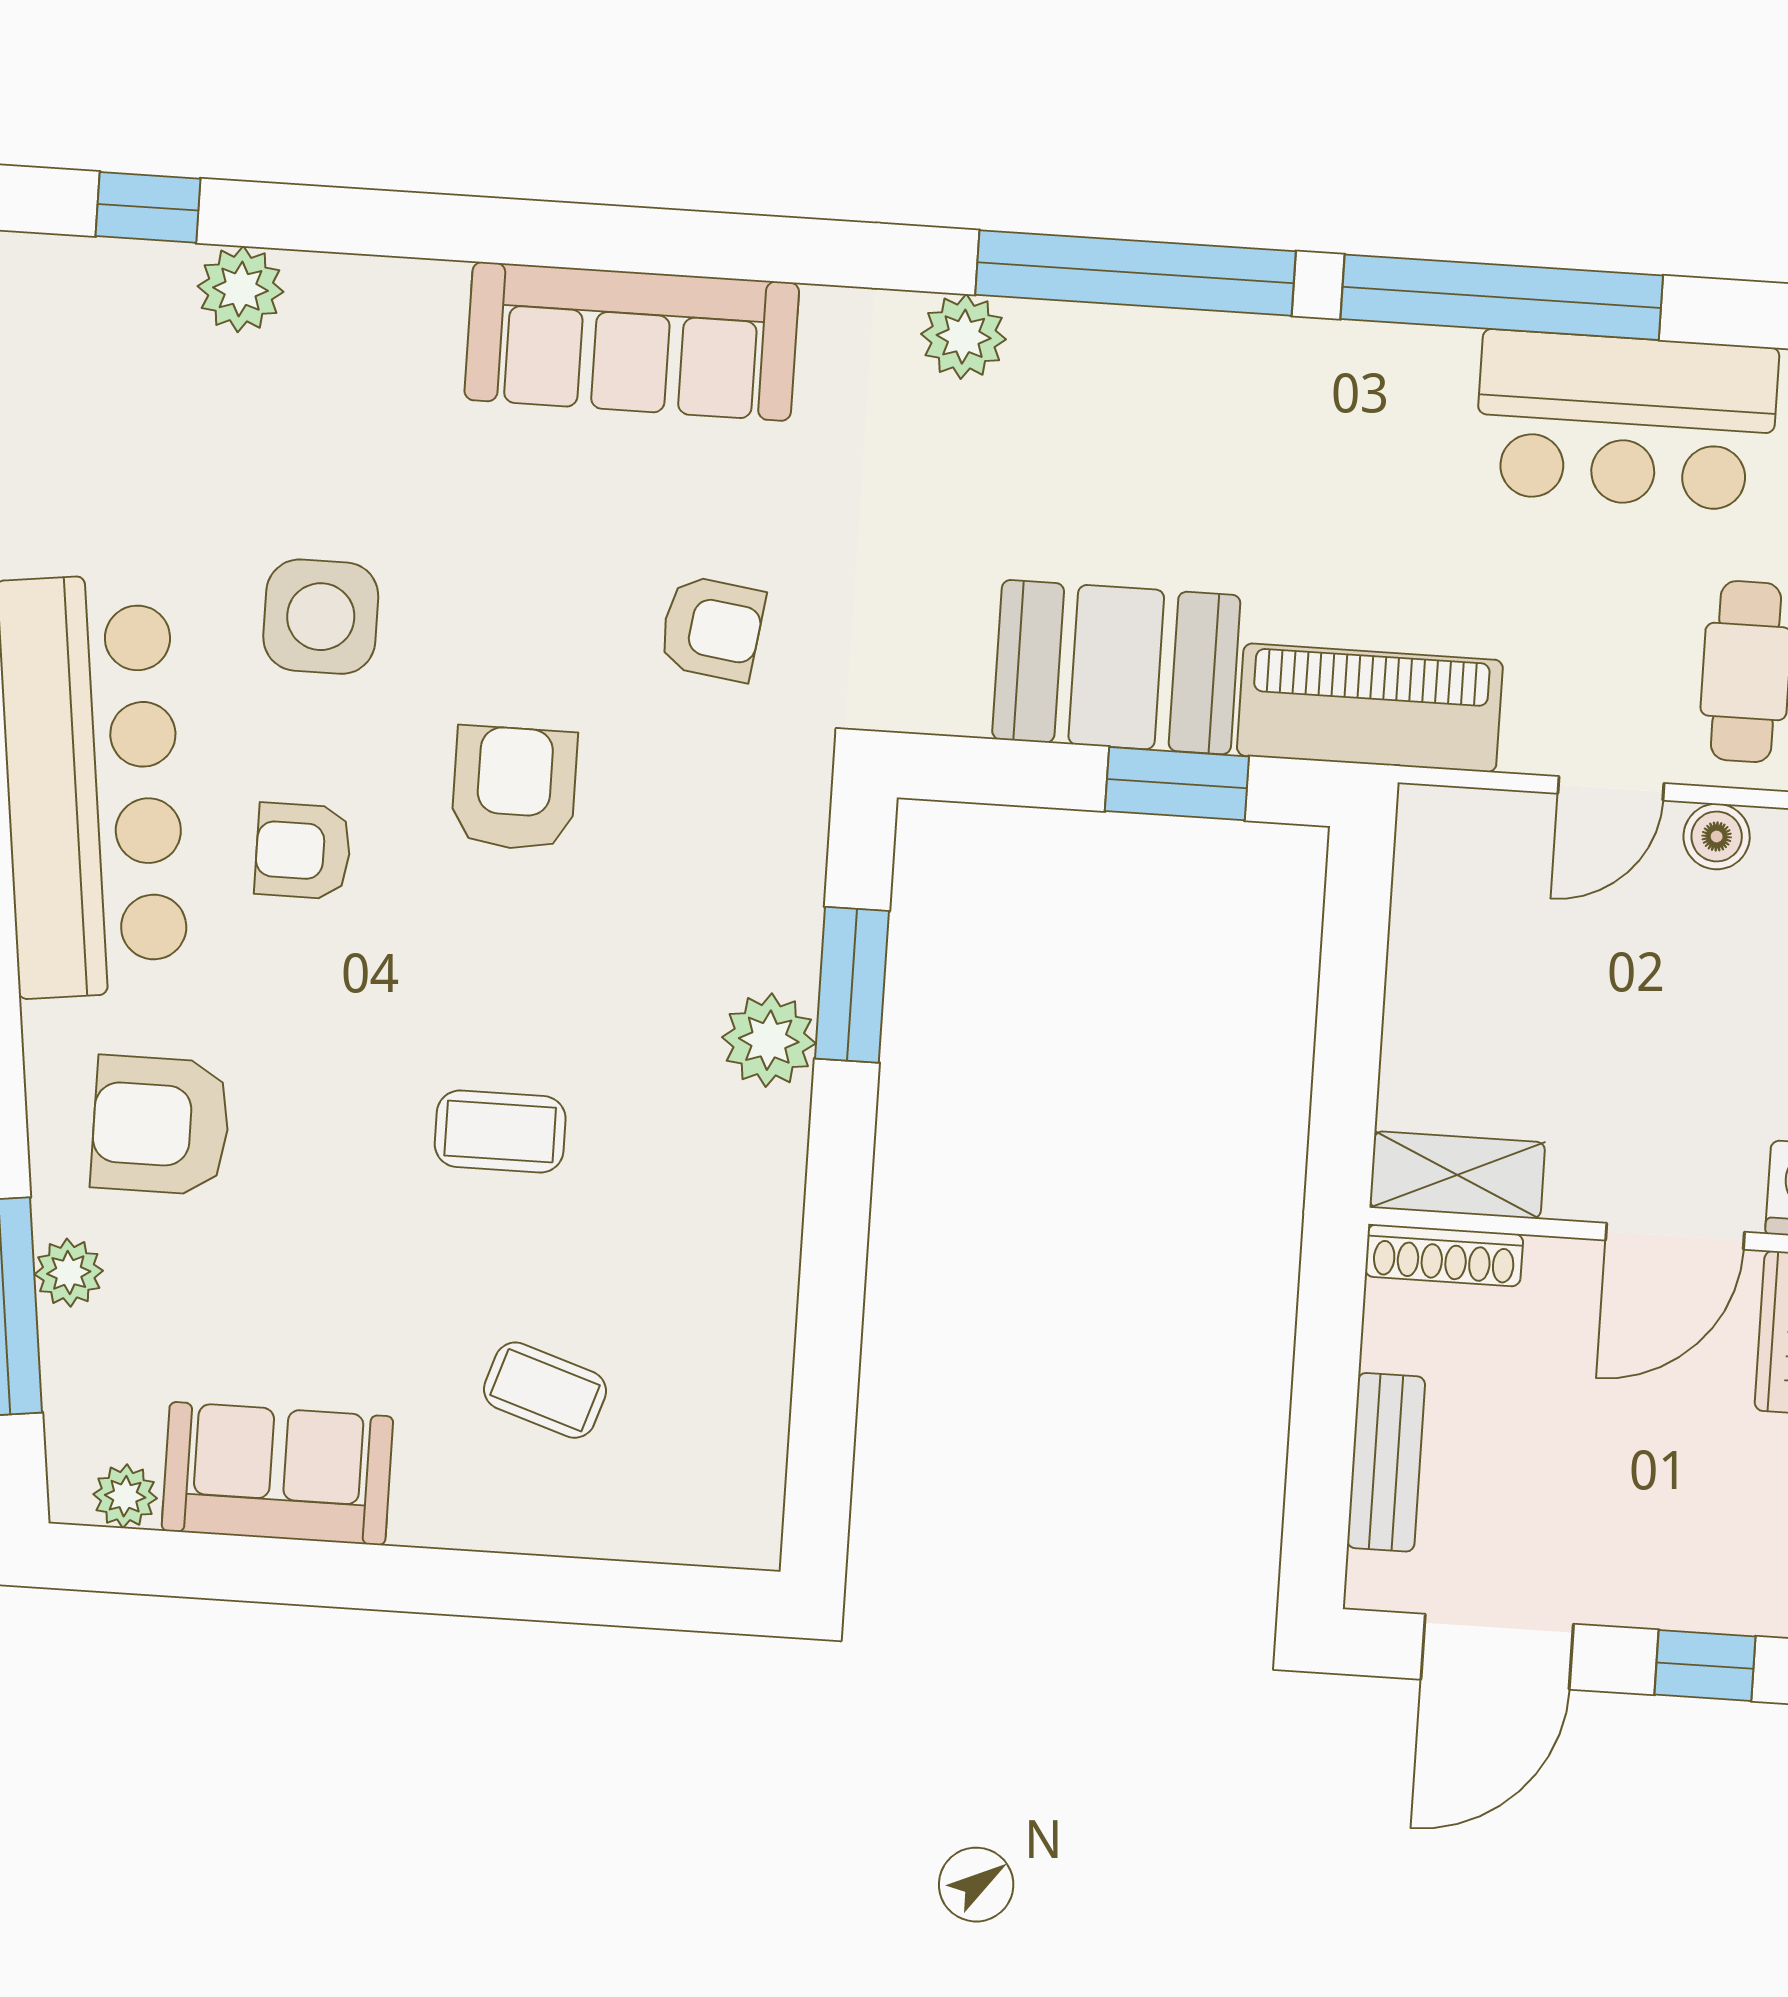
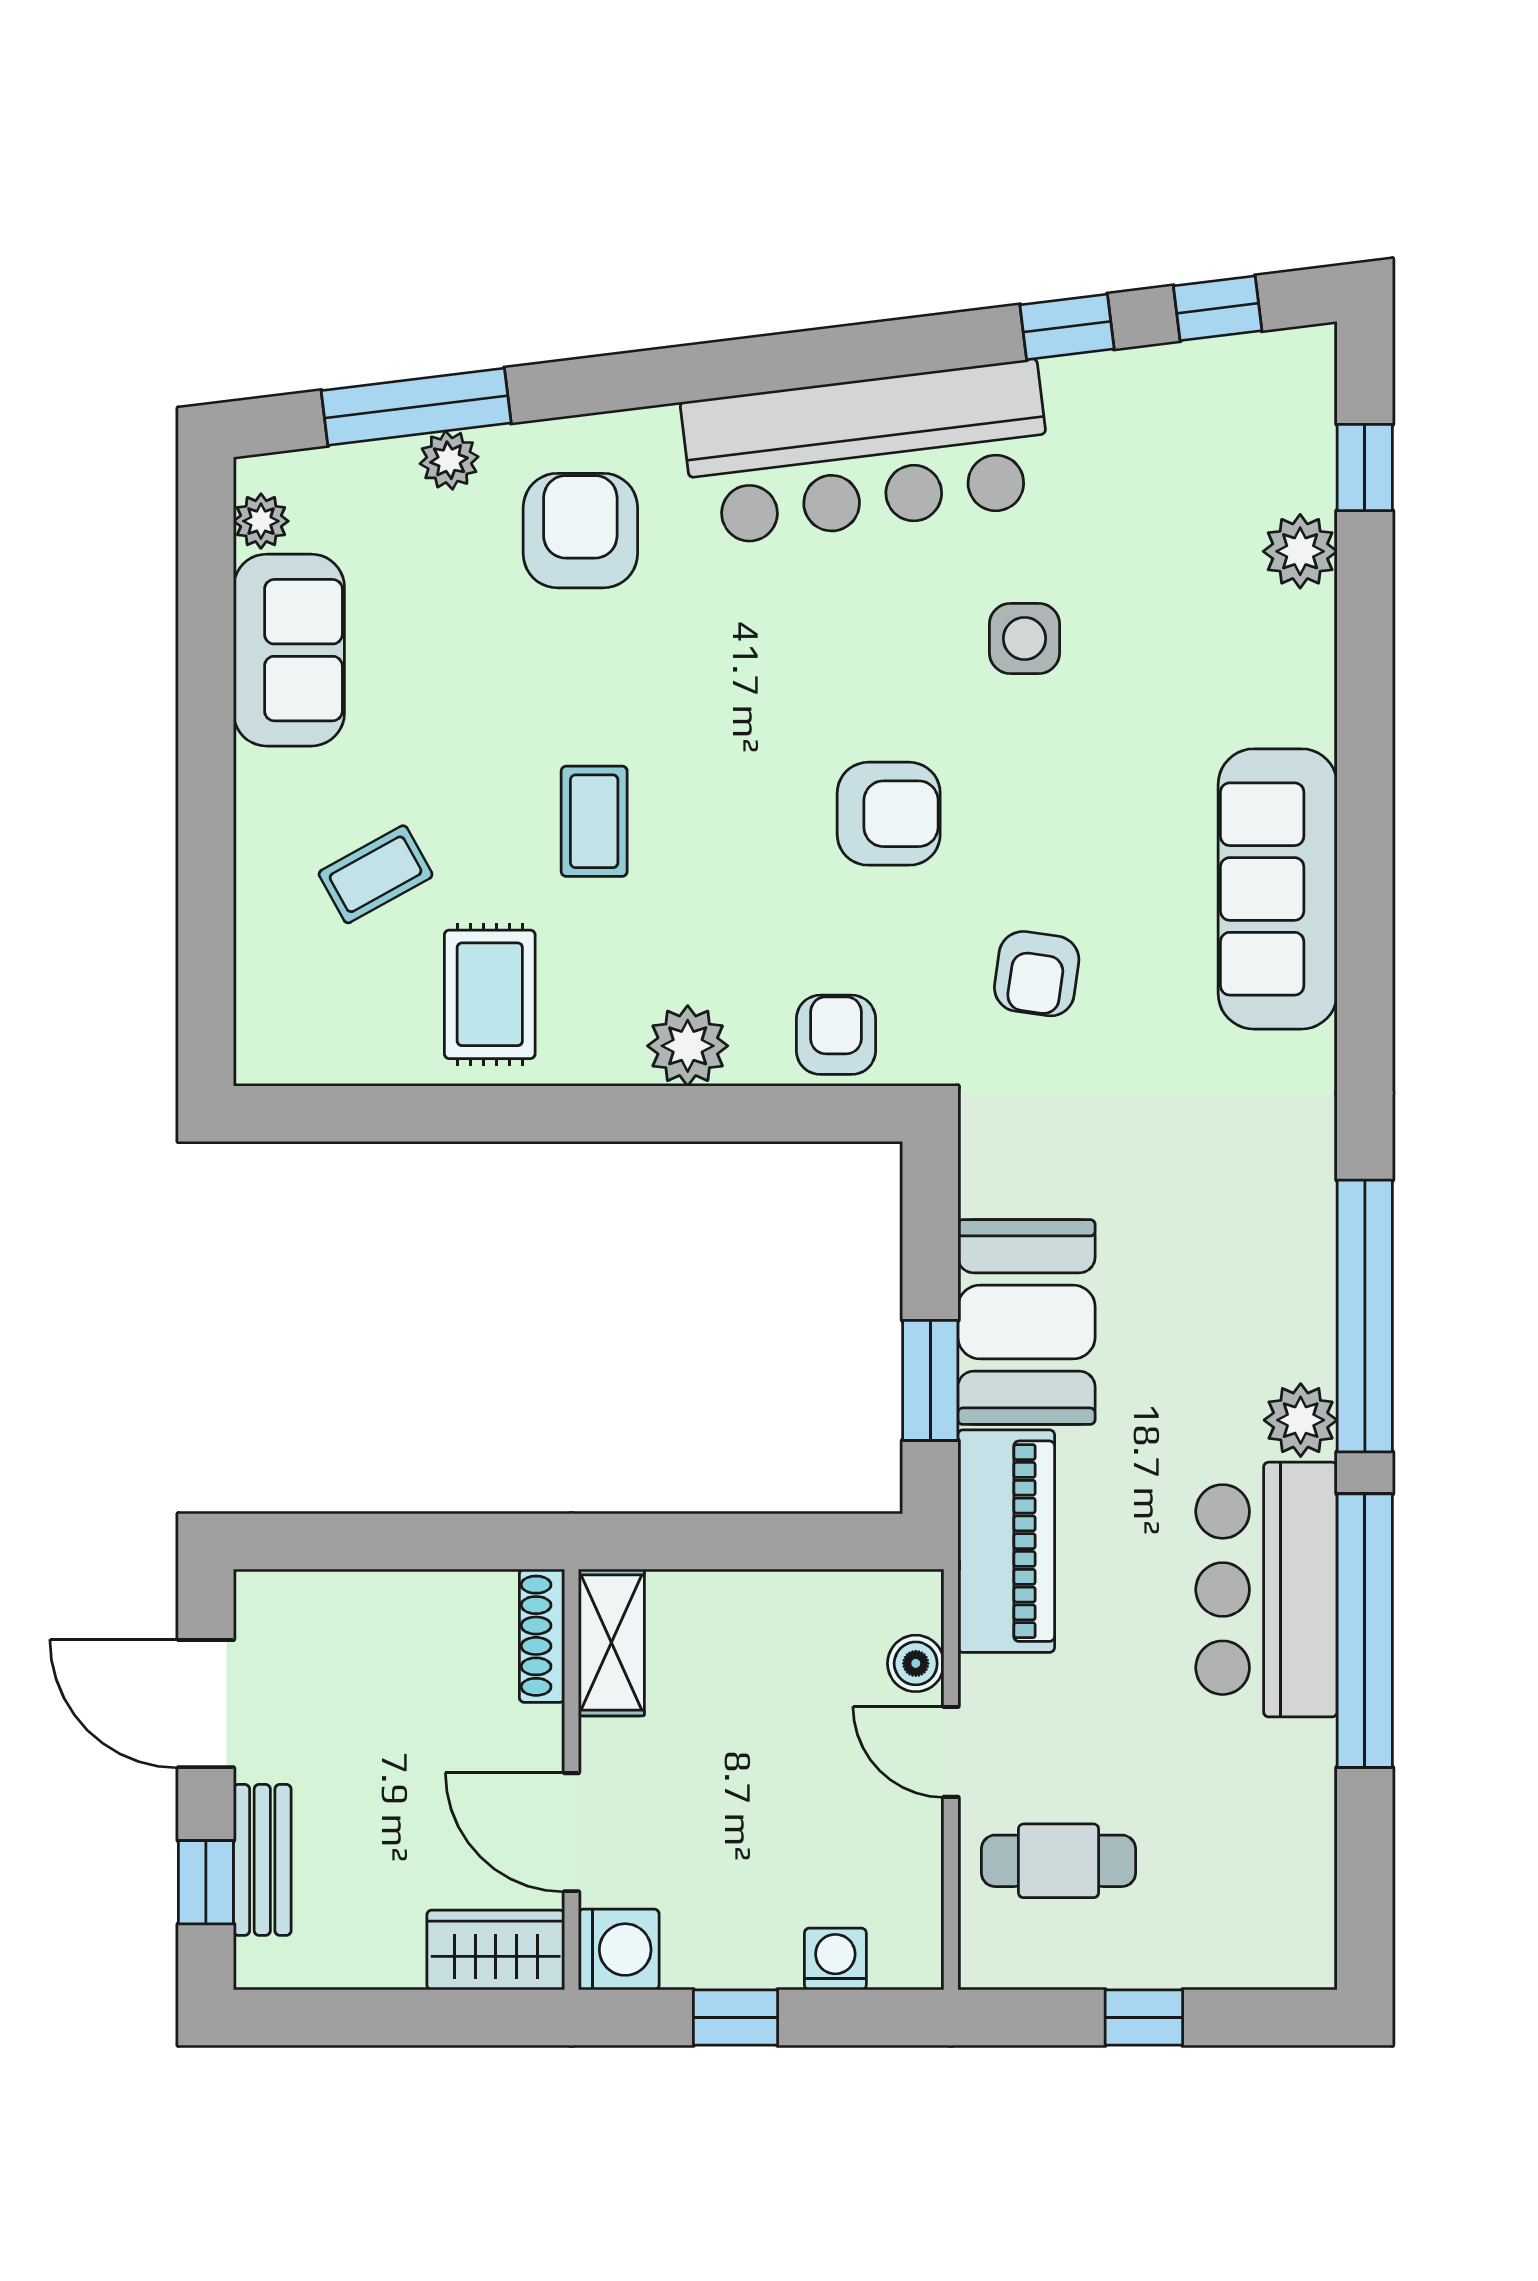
plant: (964, 337) -> (1301, 1420), moved
bar counter: (1626, 420) -> (1266, 1590), moved
side table: (321, 617) -> (1025, 638), width x0.73, depth x0.73
boiler: (1717, 837) -> (916, 1663), moved
armchair: (303, 851) -> (836, 1035), moved
window: (852, 985) -> (740, 1114), removed
rug: (694, 1266) -> (490, 994), added
coffee table: (545, 1390) -> (376, 874), turned 43
bench: (1386, 1462) -> (262, 1860), moved, turned 90

